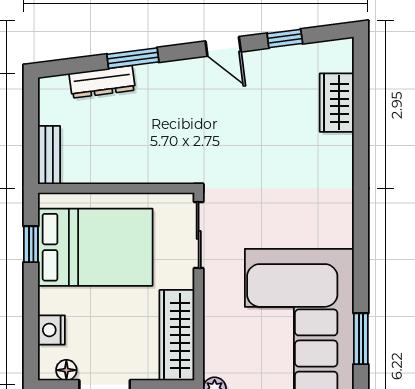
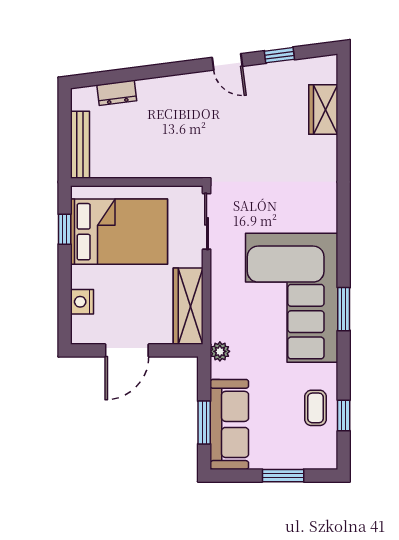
window: (133, 58) -> (151, 72), removed
dresser: (102, 82) -> (117, 93), width x0.70
bench: (49, 155) -> (80, 145), width x1.36
floor lamp: (66, 370) -> (95, 336), removed

